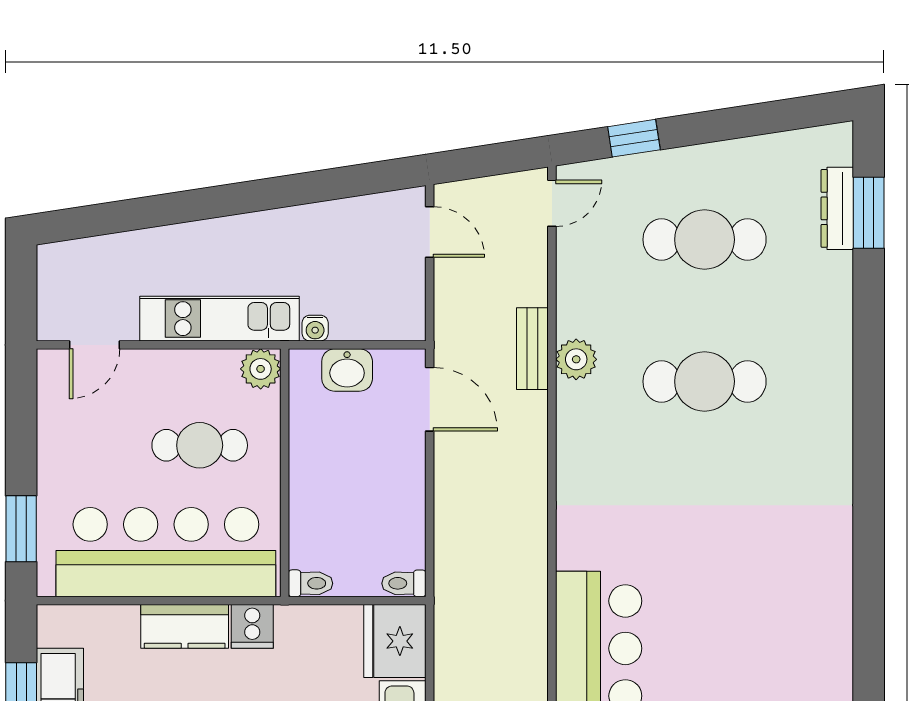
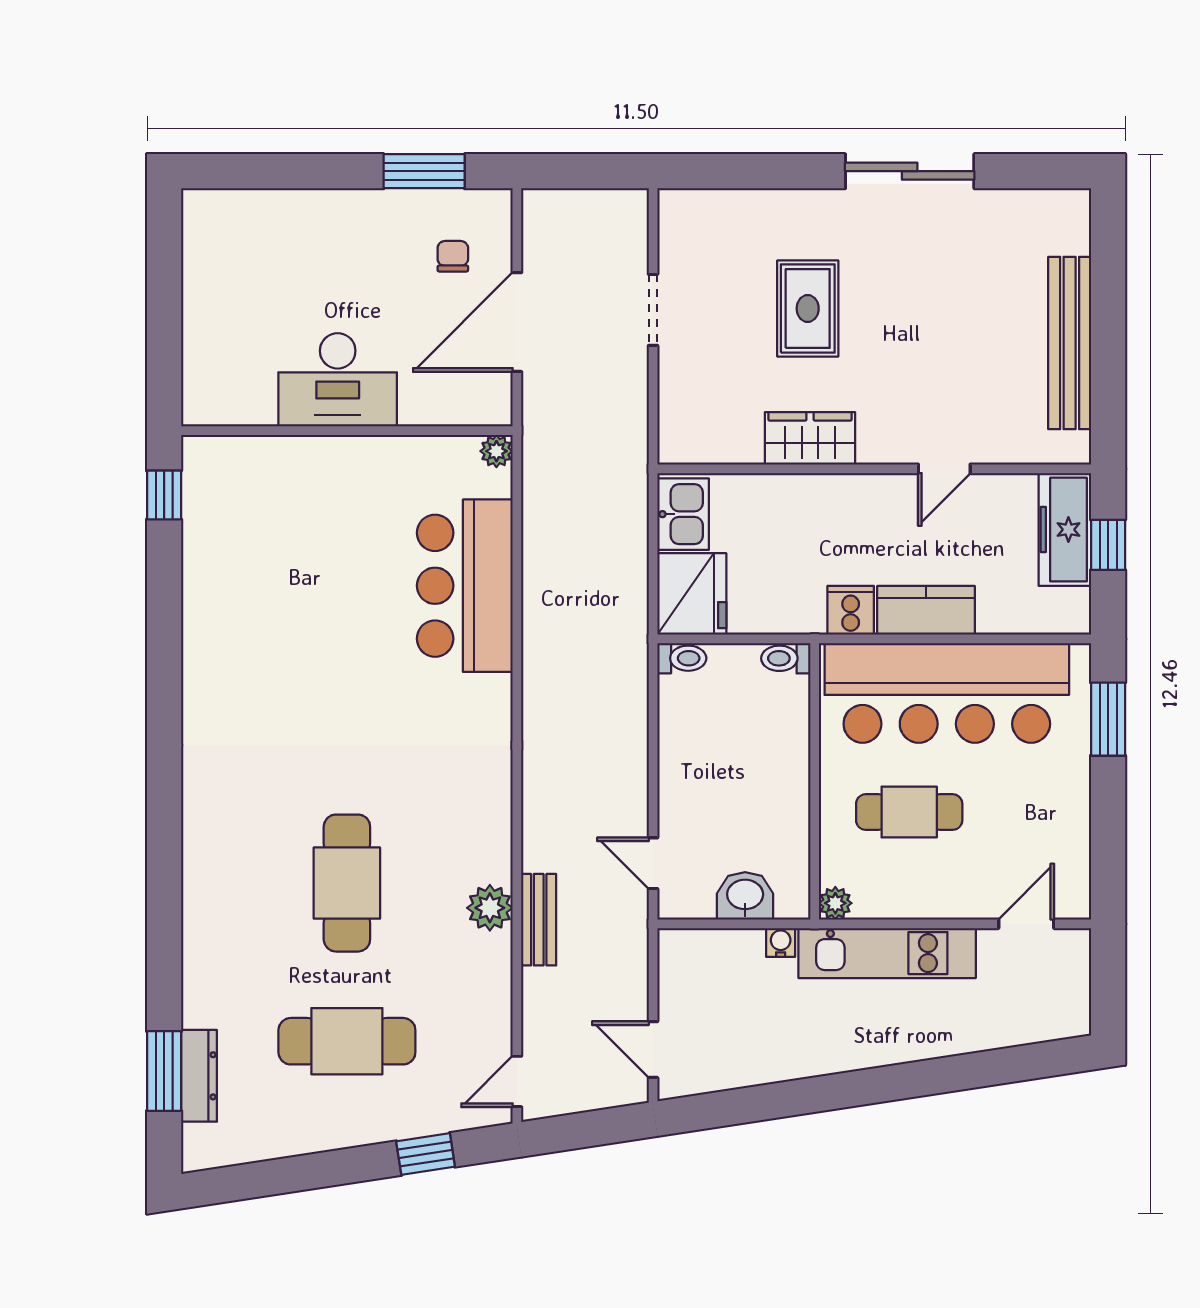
plant: (261, 369) -> (835, 903), width x0.73, depth x0.73
cafe table: (705, 381) -> (347, 883), turned 90
door: (430, 399) -> (653, 863), width x0.73

